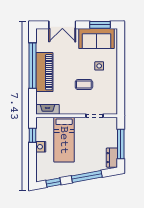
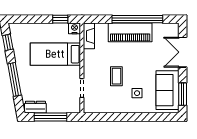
nightstand: (41, 147) -> (75, 28), moved

